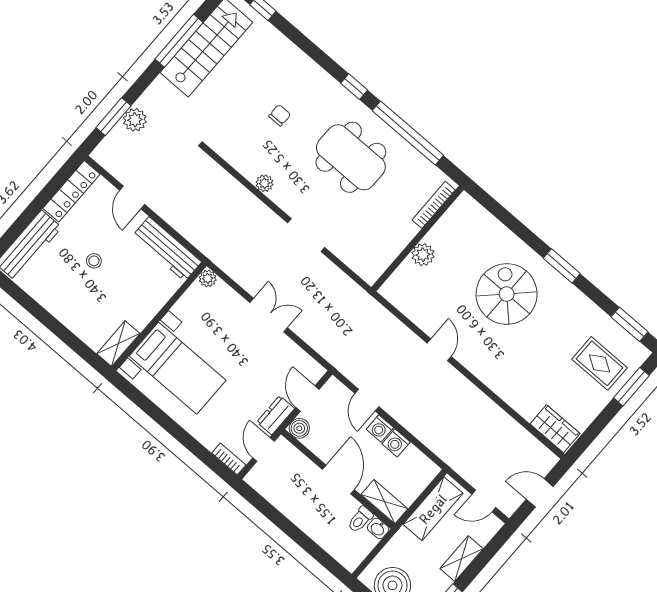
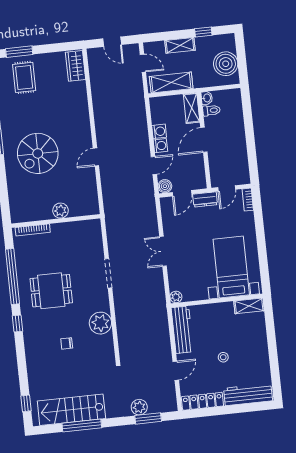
dining table: (351, 157) -> (51, 291), width x0.73
plant: (264, 183) -> (100, 323), width x1.88, depth x1.88
boiler: (299, 428) -> (165, 186), moved

